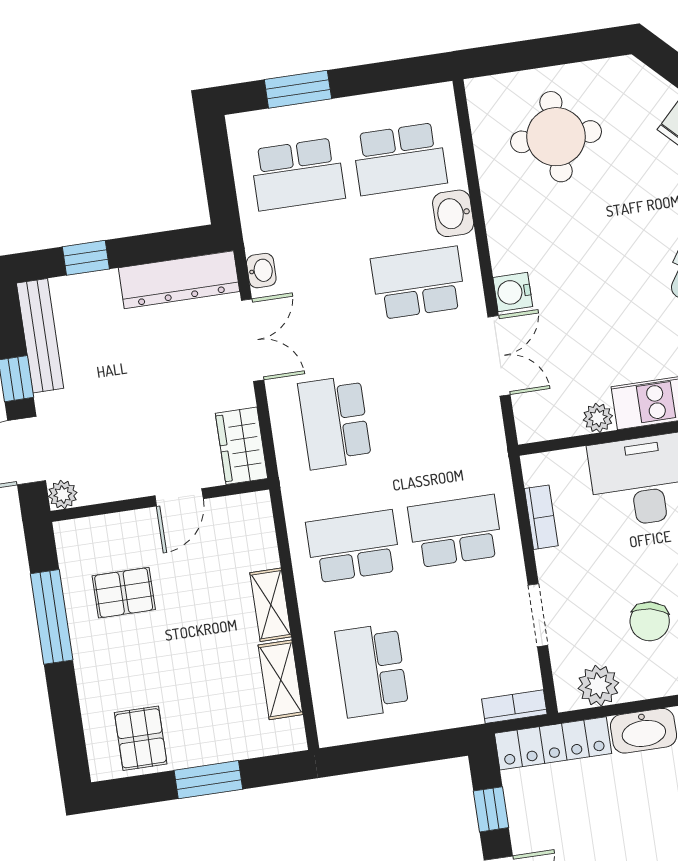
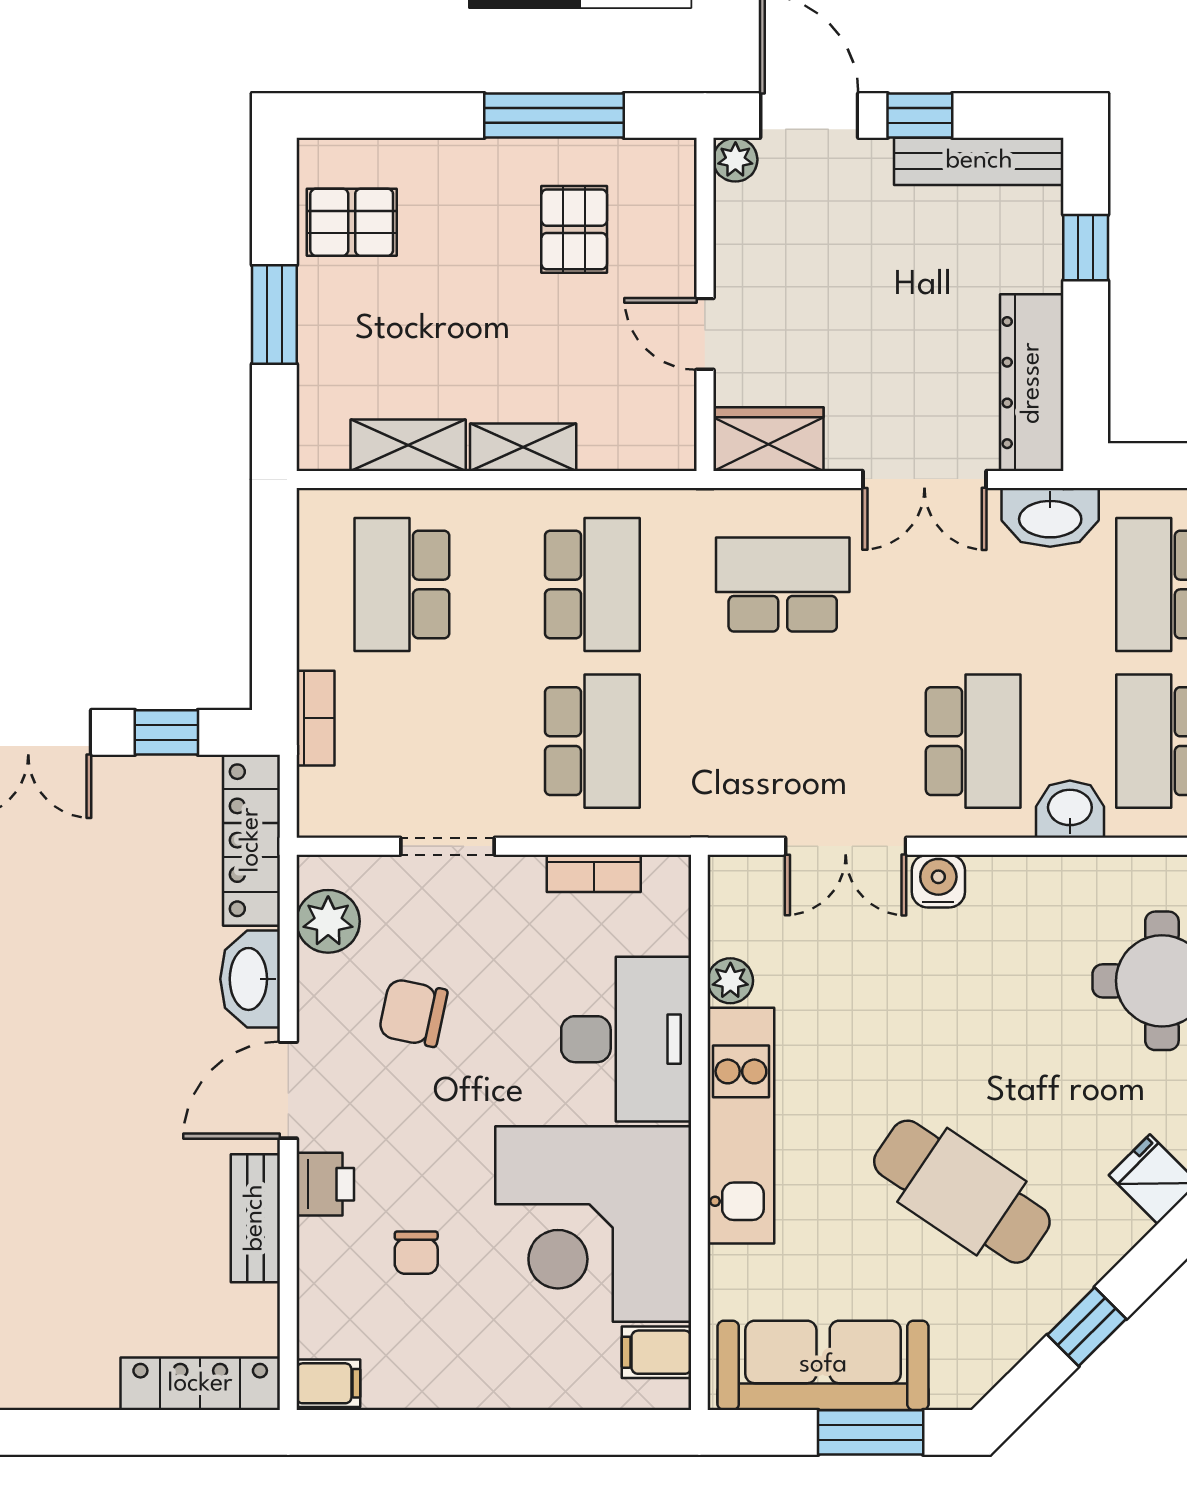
washbasin: (261, 271) -> (1050, 517), width x1.91, depth x1.45
school desk: (372, 670) -> (402, 584), turned -90
bookcase: (514, 707) -> (316, 718), moved

